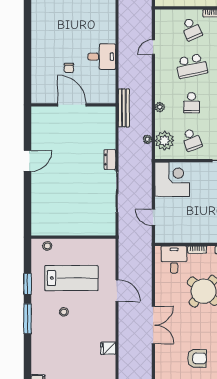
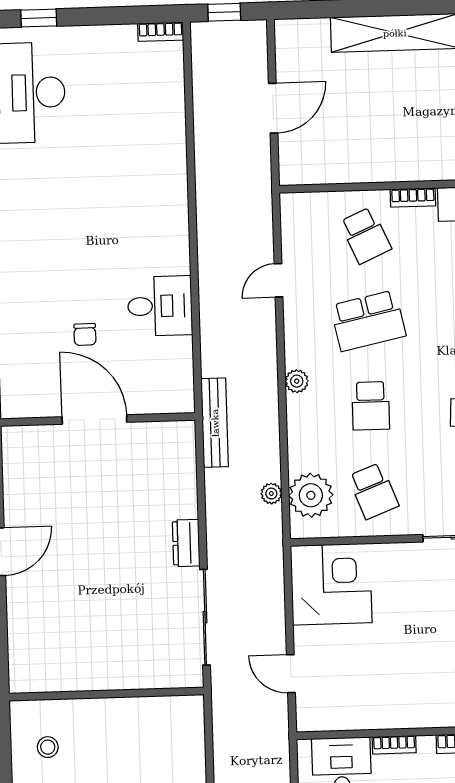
plant: (160, 107) -> (297, 381), moved
wall: (73, 237) -> (106, 694), moved

